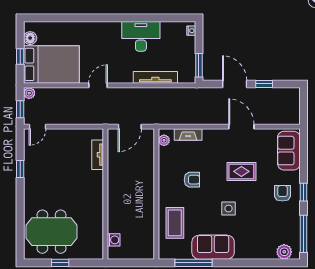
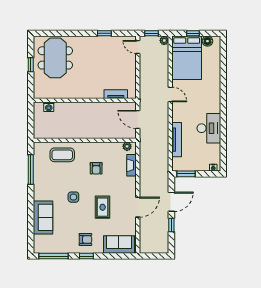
sofa: (213, 247) -> (43, 217), moved
plant: (284, 252) -> (39, 241), removed

